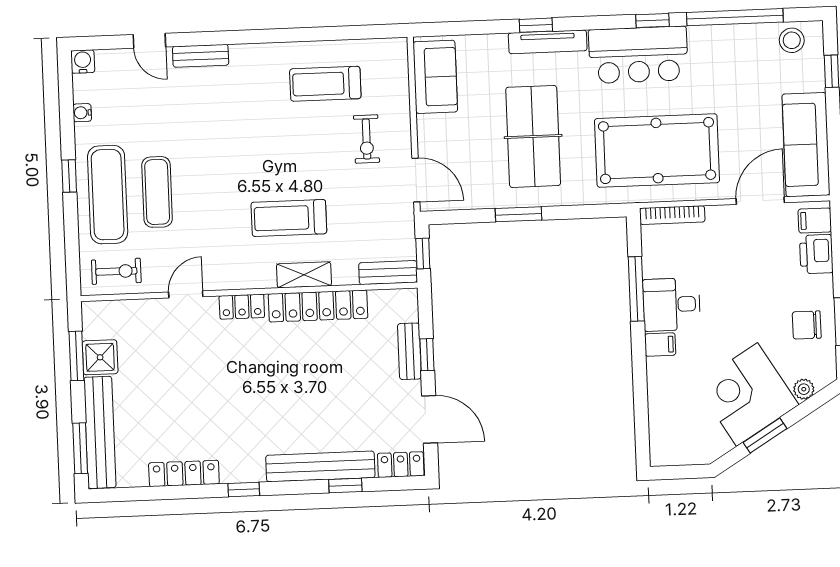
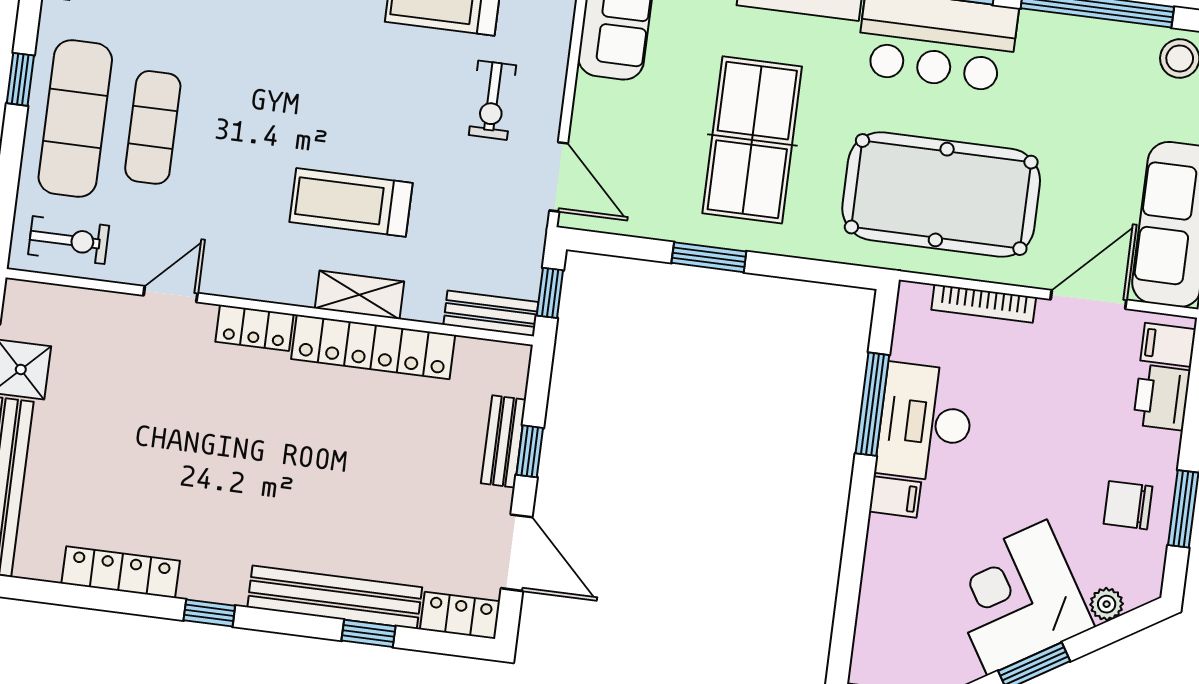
bookcase: (672, 215) -> (984, 303), moved
desk: (672, 304) -> (925, 422), width x1.37

